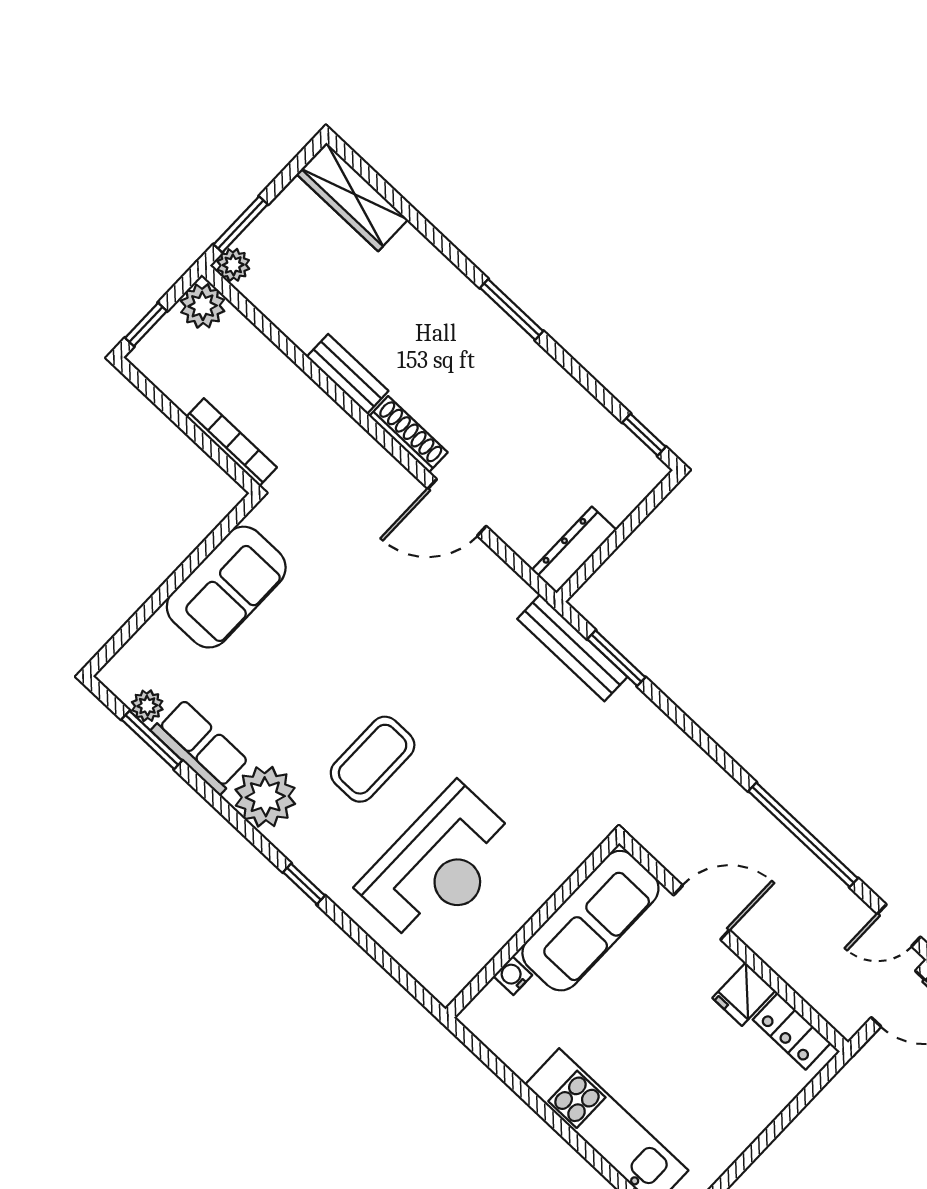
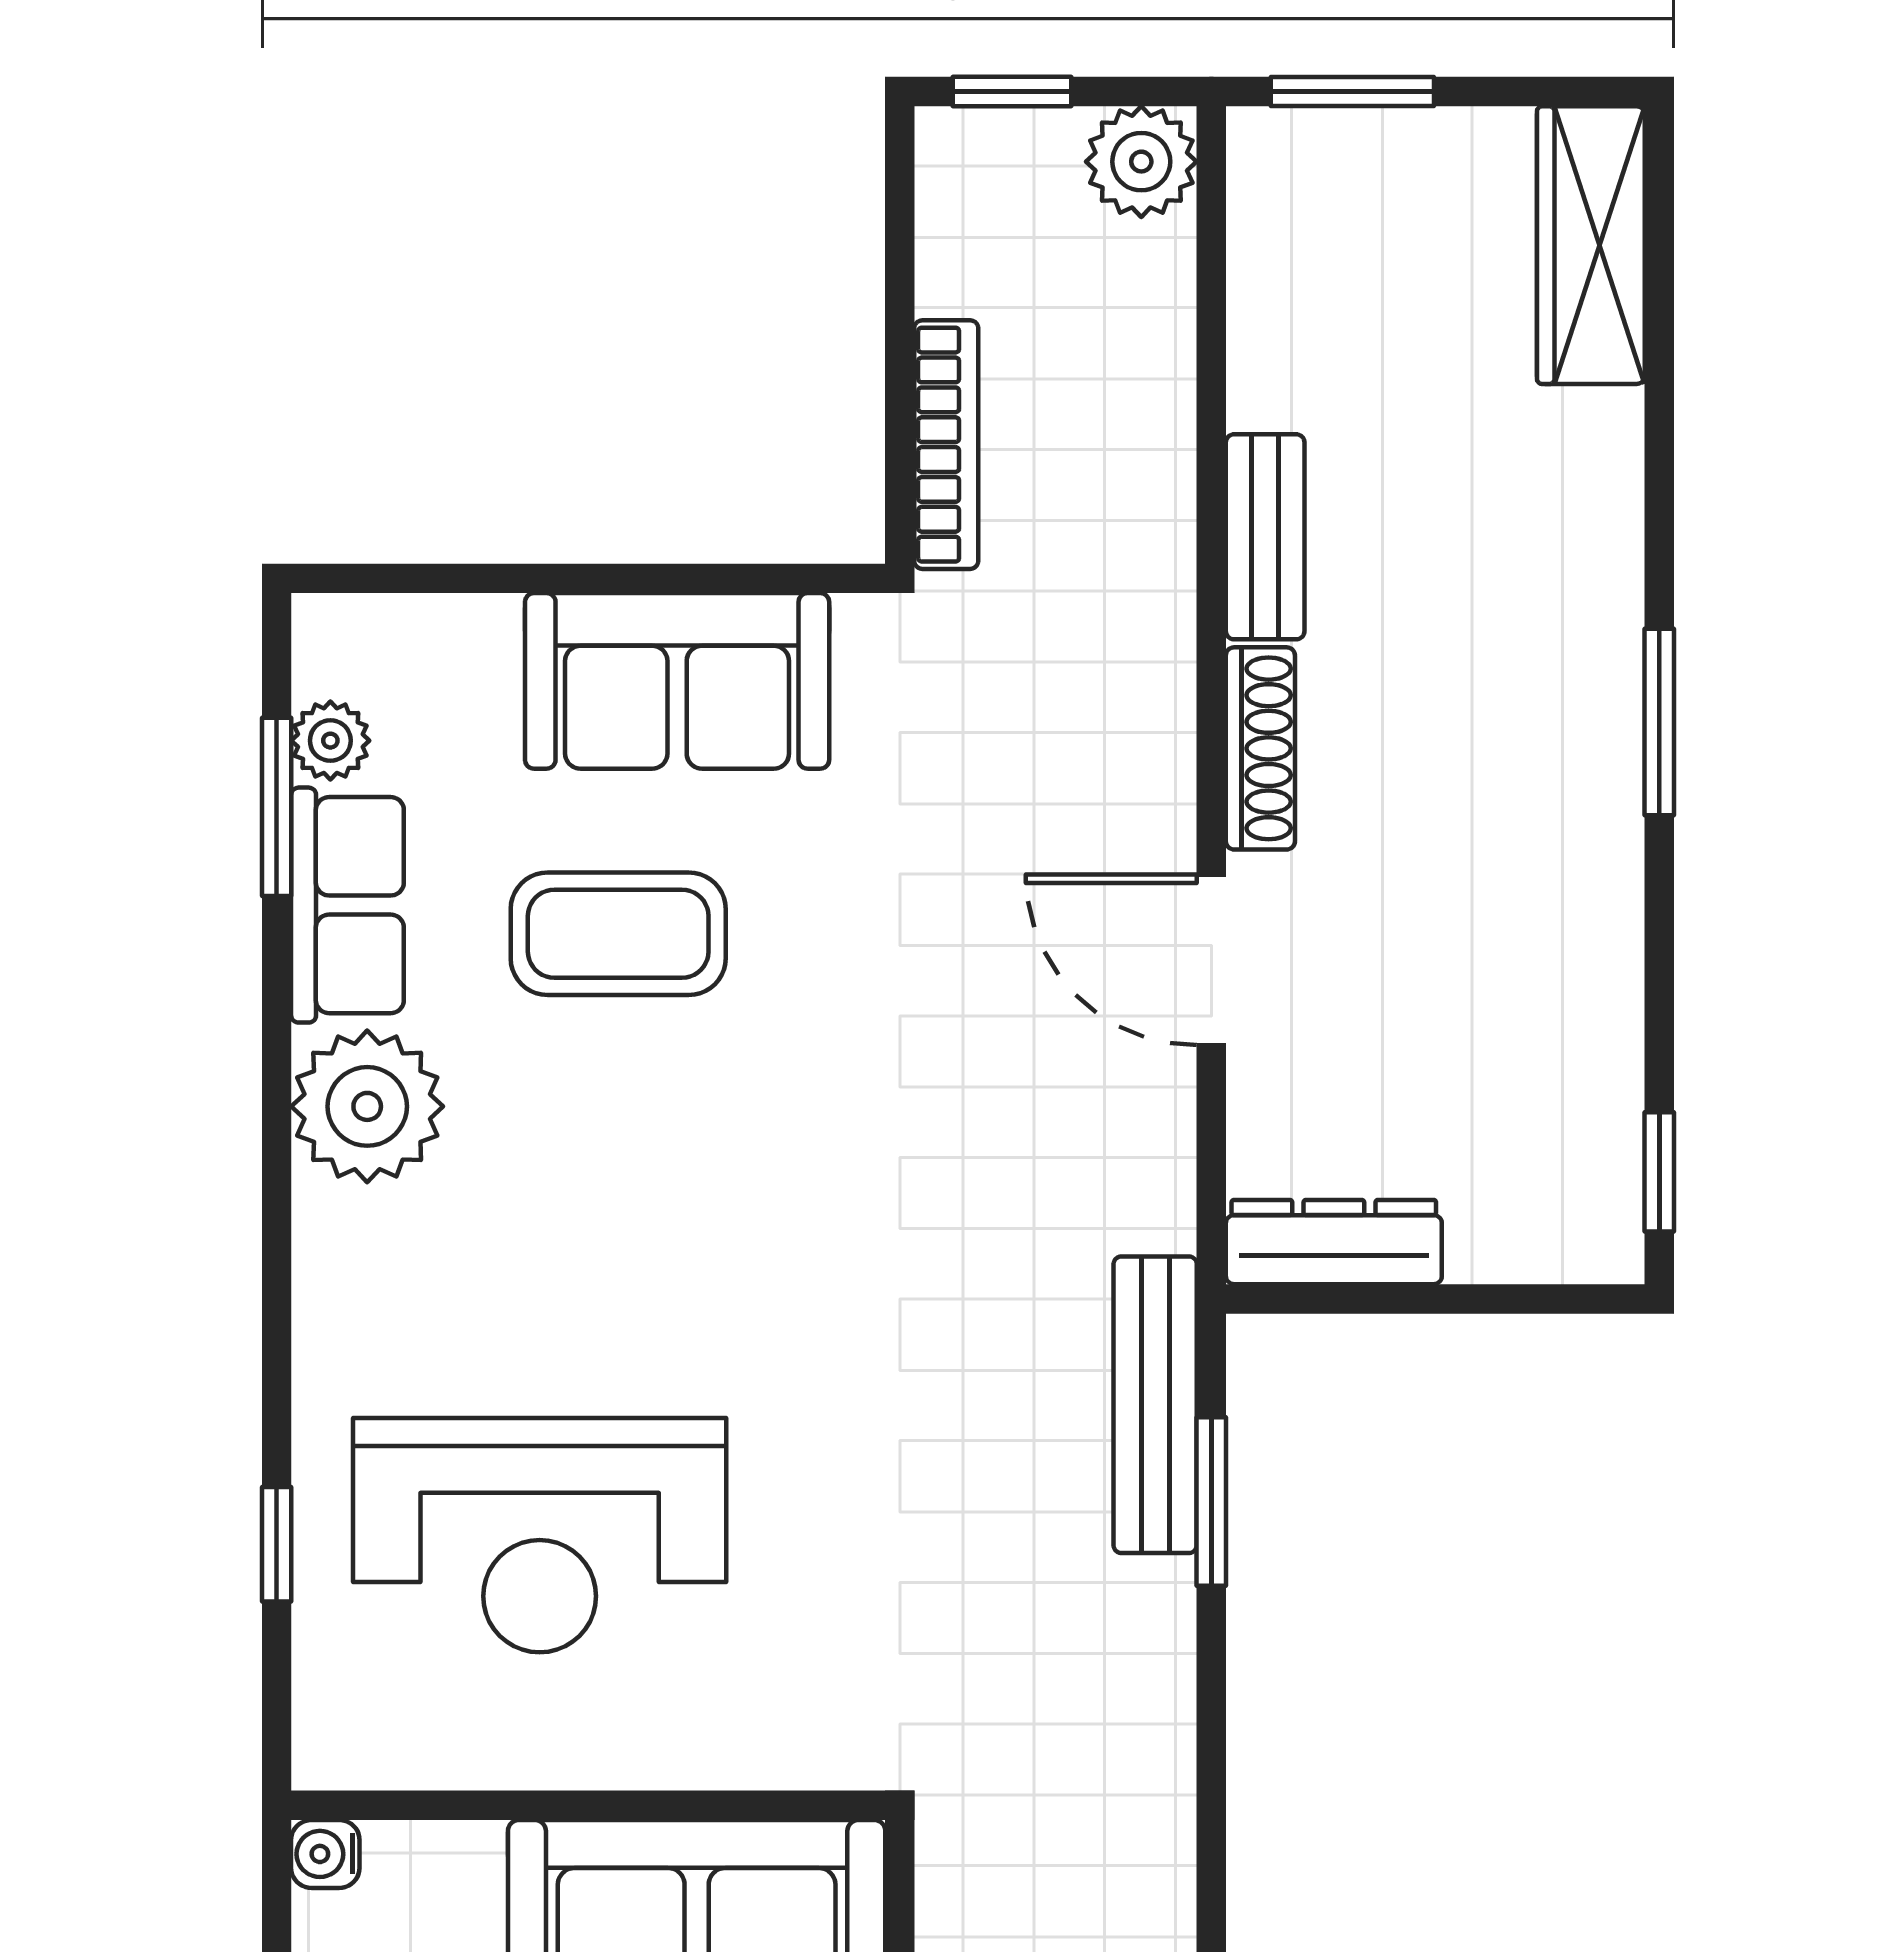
plant: (233, 265) -> (1267, 147), removed
coffee table: (373, 759) -> (618, 934), moved
window: (304, 884) -> (277, 1544), moved
water cooler: (513, 976) -> (325, 1854), moved, turned -90

